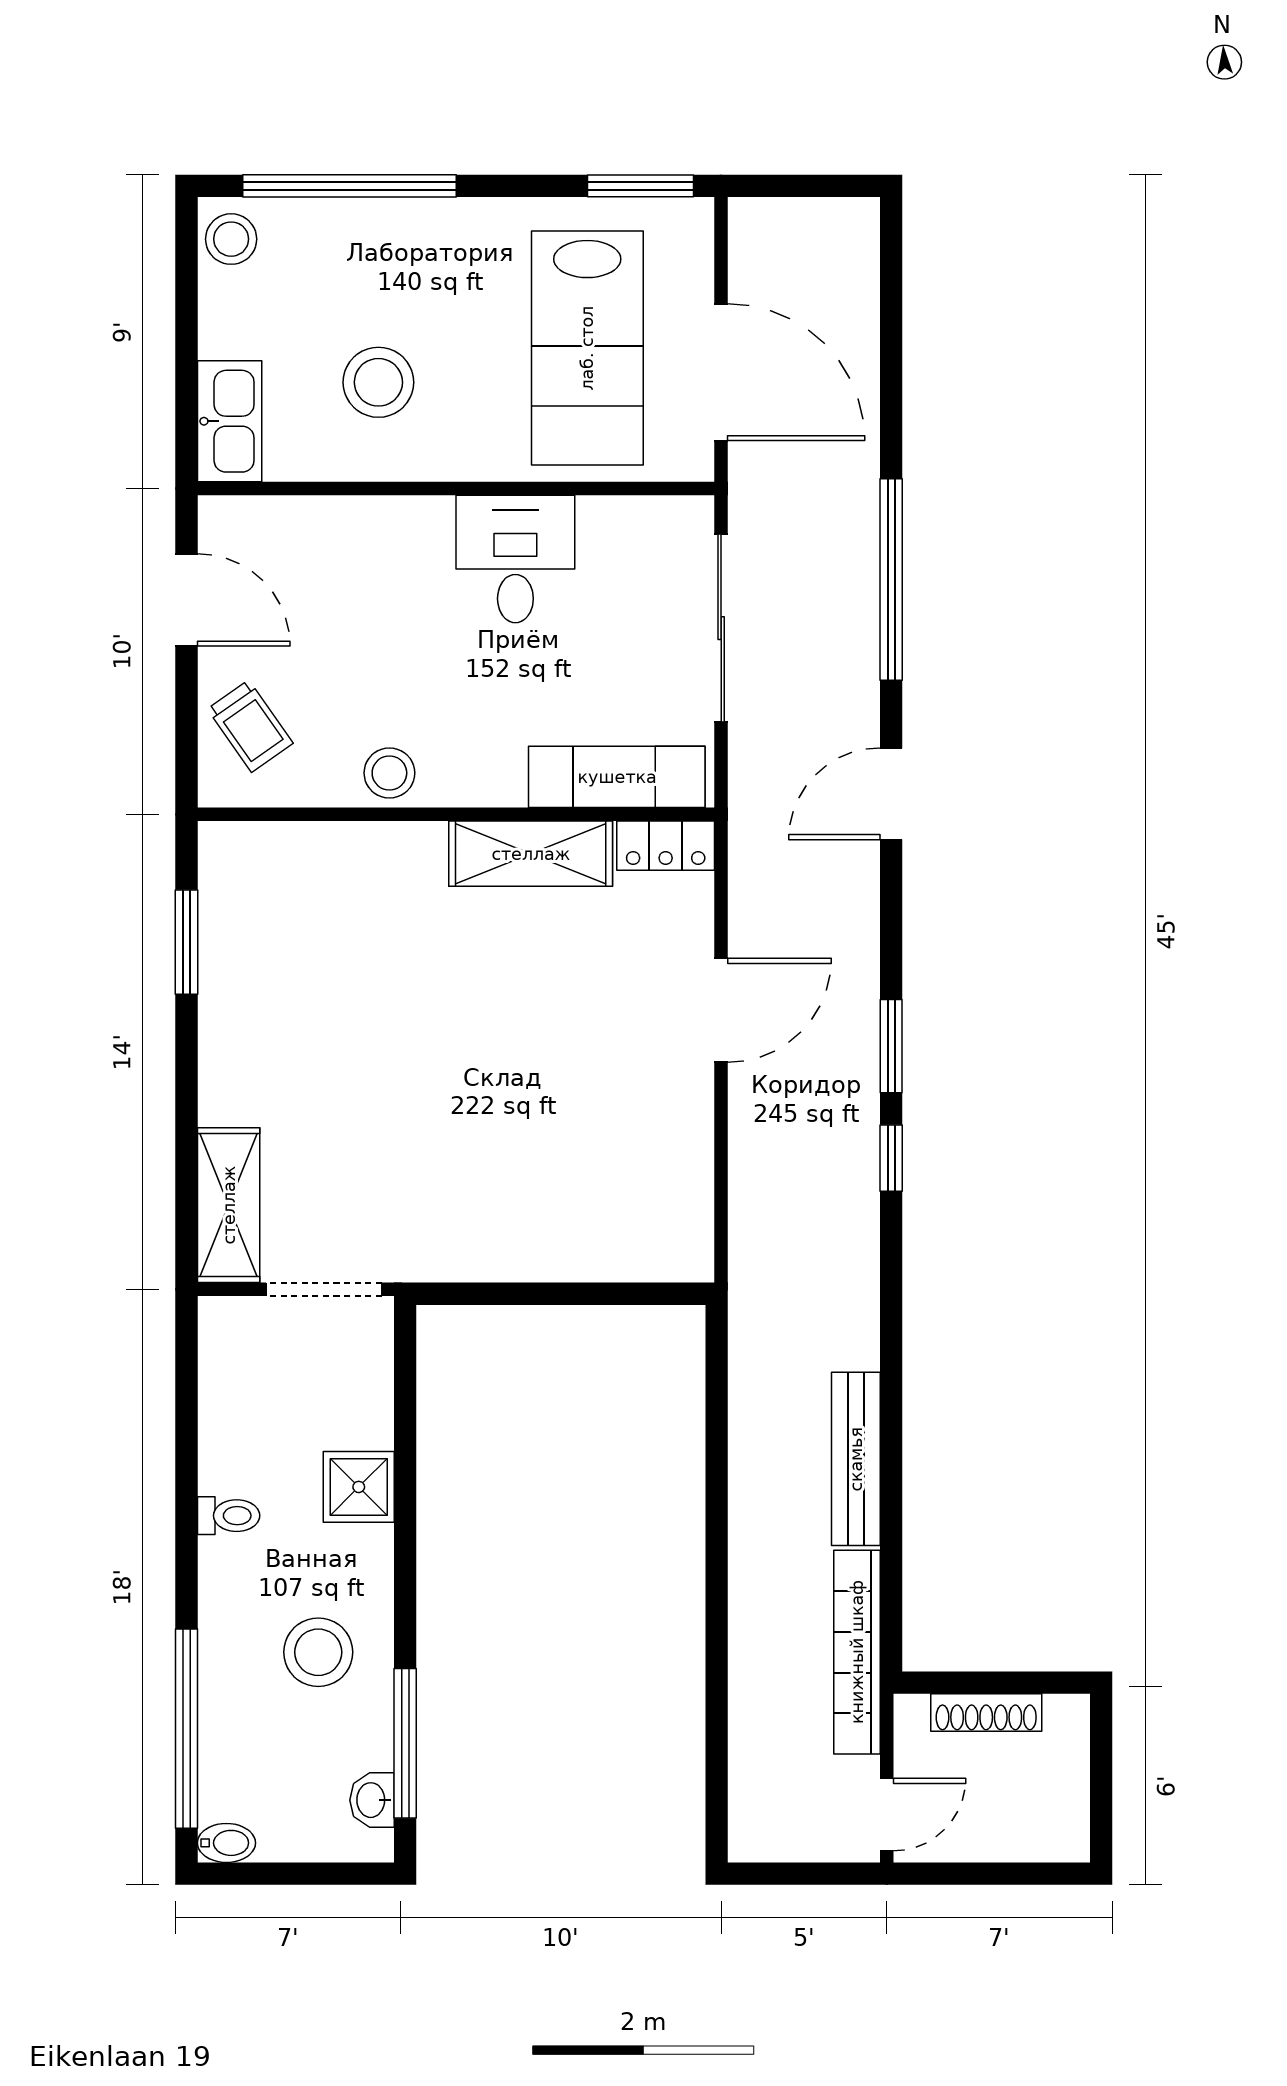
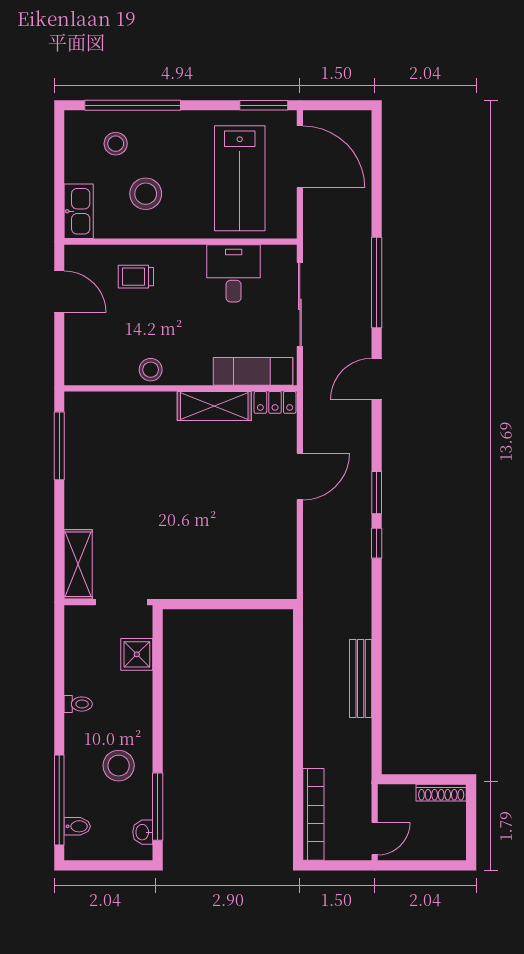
stool: (231, 239) -> (116, 144), moved
door: (721, 372) -> (300, 157), moved
desk: (515, 559) -> (234, 273), moved
trolley: (250, 726) -> (136, 277), moved, turned 125
window: (186, 942) -> (59, 446), width x1.44
shower: (359, 1487) -> (137, 654), moved
bookcase: (857, 1652) -> (313, 814), moved, turned 180
shoe rack: (986, 1712) -> (441, 793), moved
bidet: (226, 1843) -> (77, 826), moved

